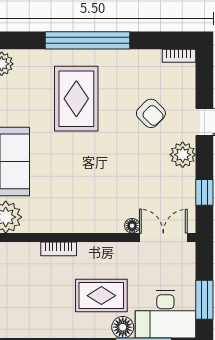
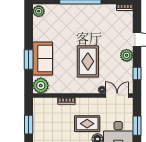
rug: (76, 99) -> (88, 61), moved
armchair: (151, 113) -> (111, 35), removed

